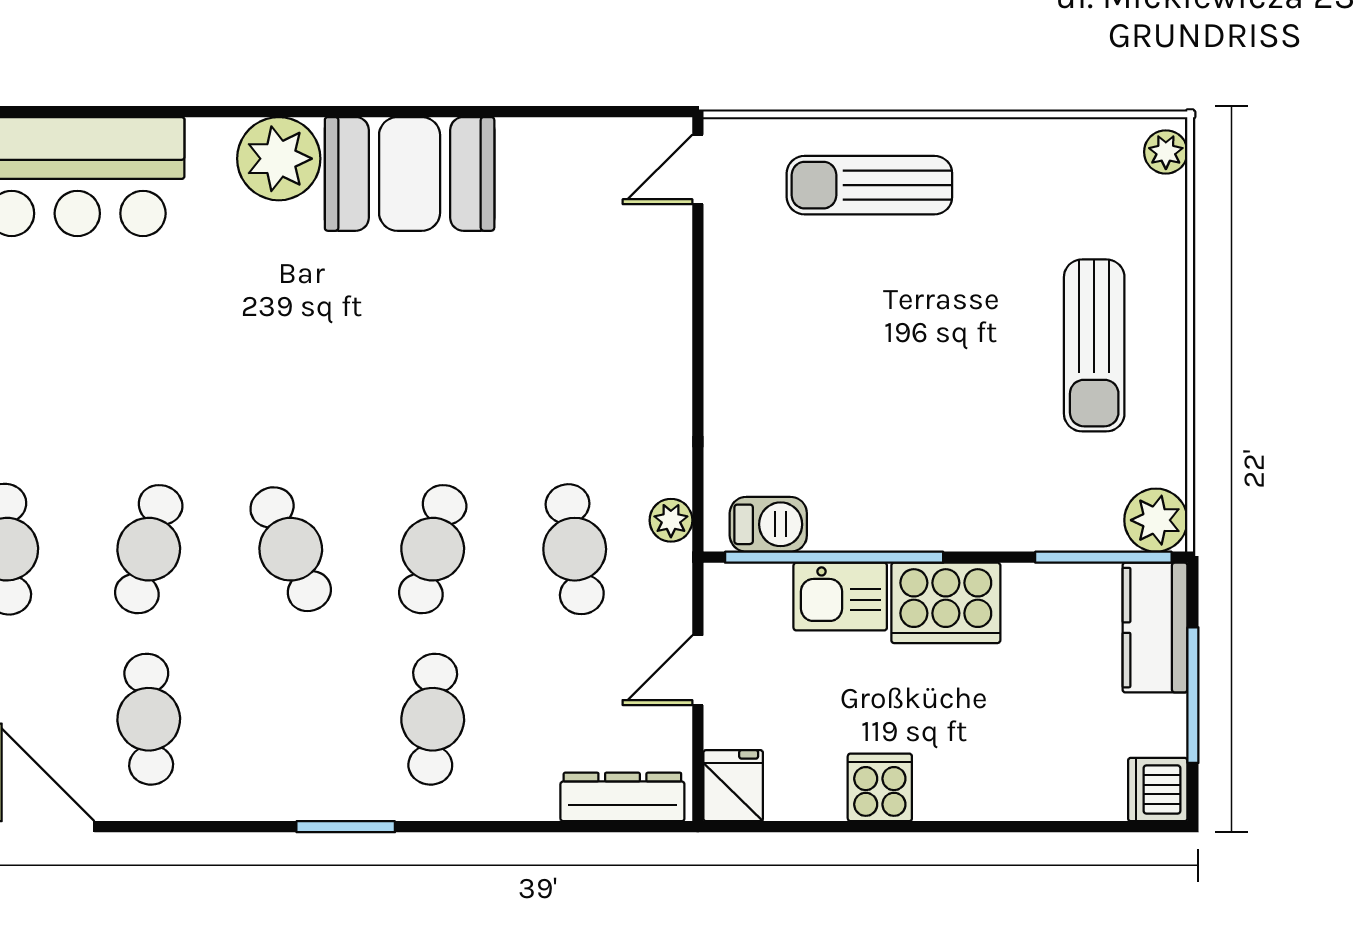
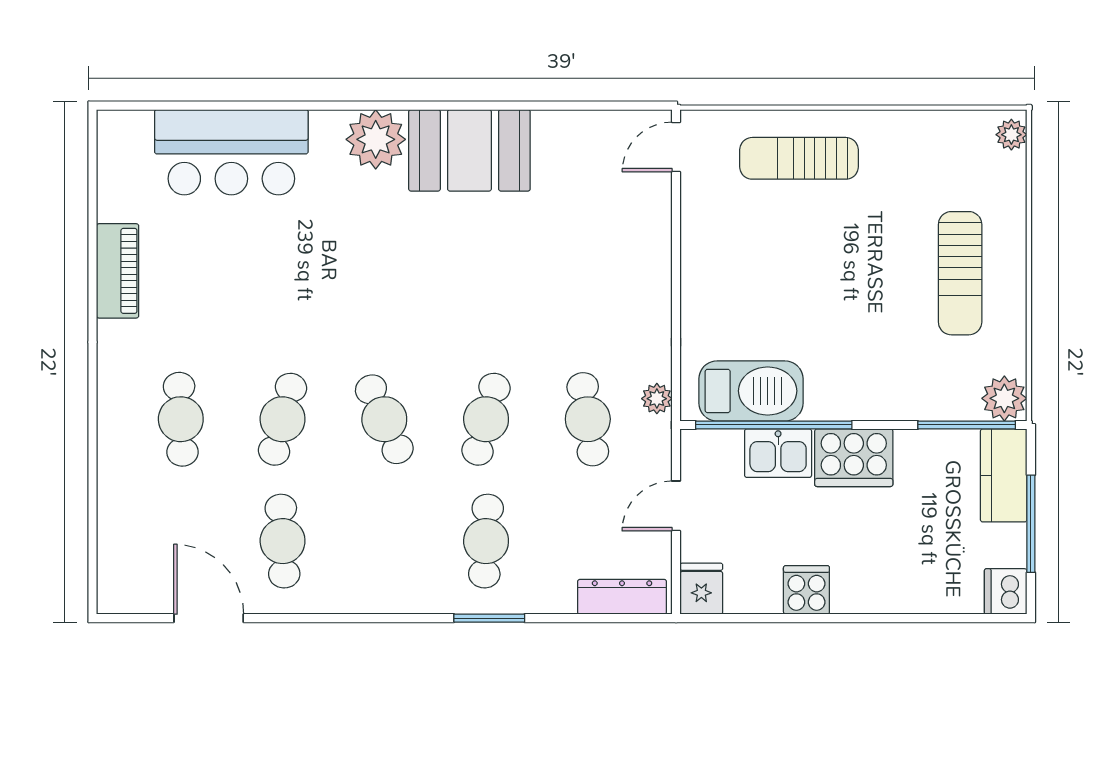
barbecue: (768, 524) -> (751, 391), width x1.88, depth x1.53
window: (346, 827) -> (489, 618), moved

